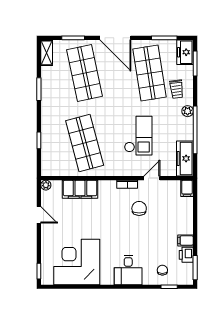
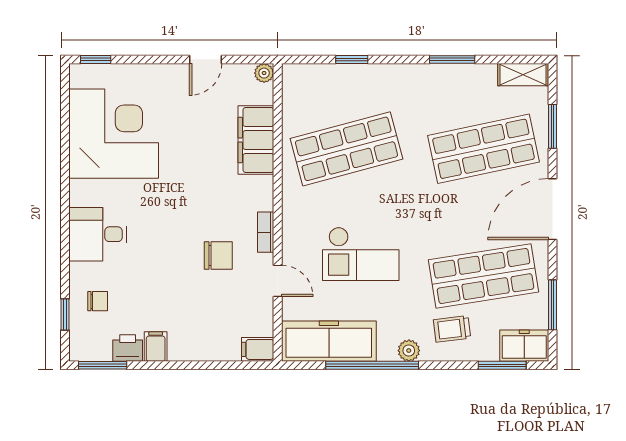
freezer: (185, 158) -> (329, 341), width x1.36, depth x1.26

